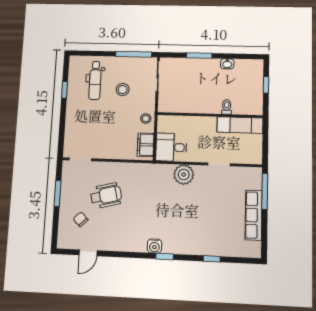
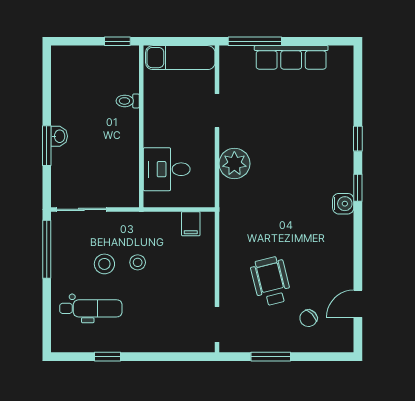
washbasin: (227, 64) -> (59, 136), moved
window: (266, 85) -> (117, 41), moved
stool: (146, 119) -> (138, 262), moved
exam couch: (240, 125) -> (180, 58), moved, turned 90
filing cabinet: (146, 145) -> (191, 224), width x0.50
desk: (171, 147) -> (167, 169), moved, turned 90
door: (88, 253) -> (358, 304), swing flipped
window: (212, 259) -> (358, 139), moved

